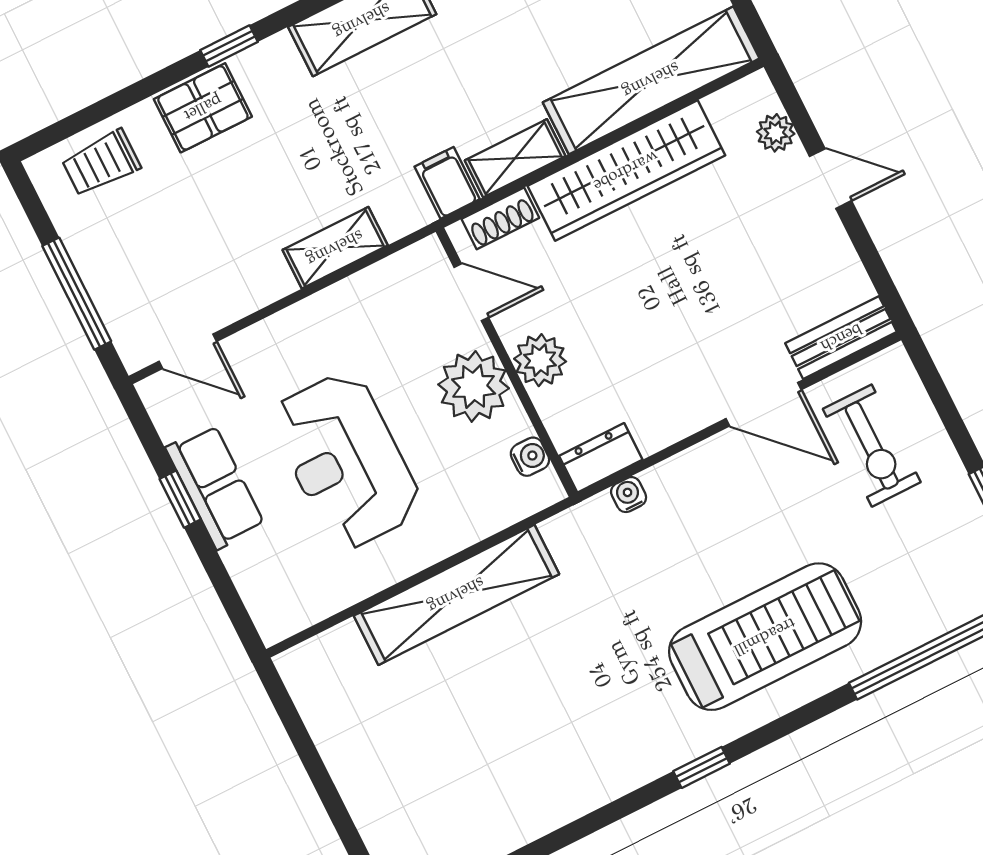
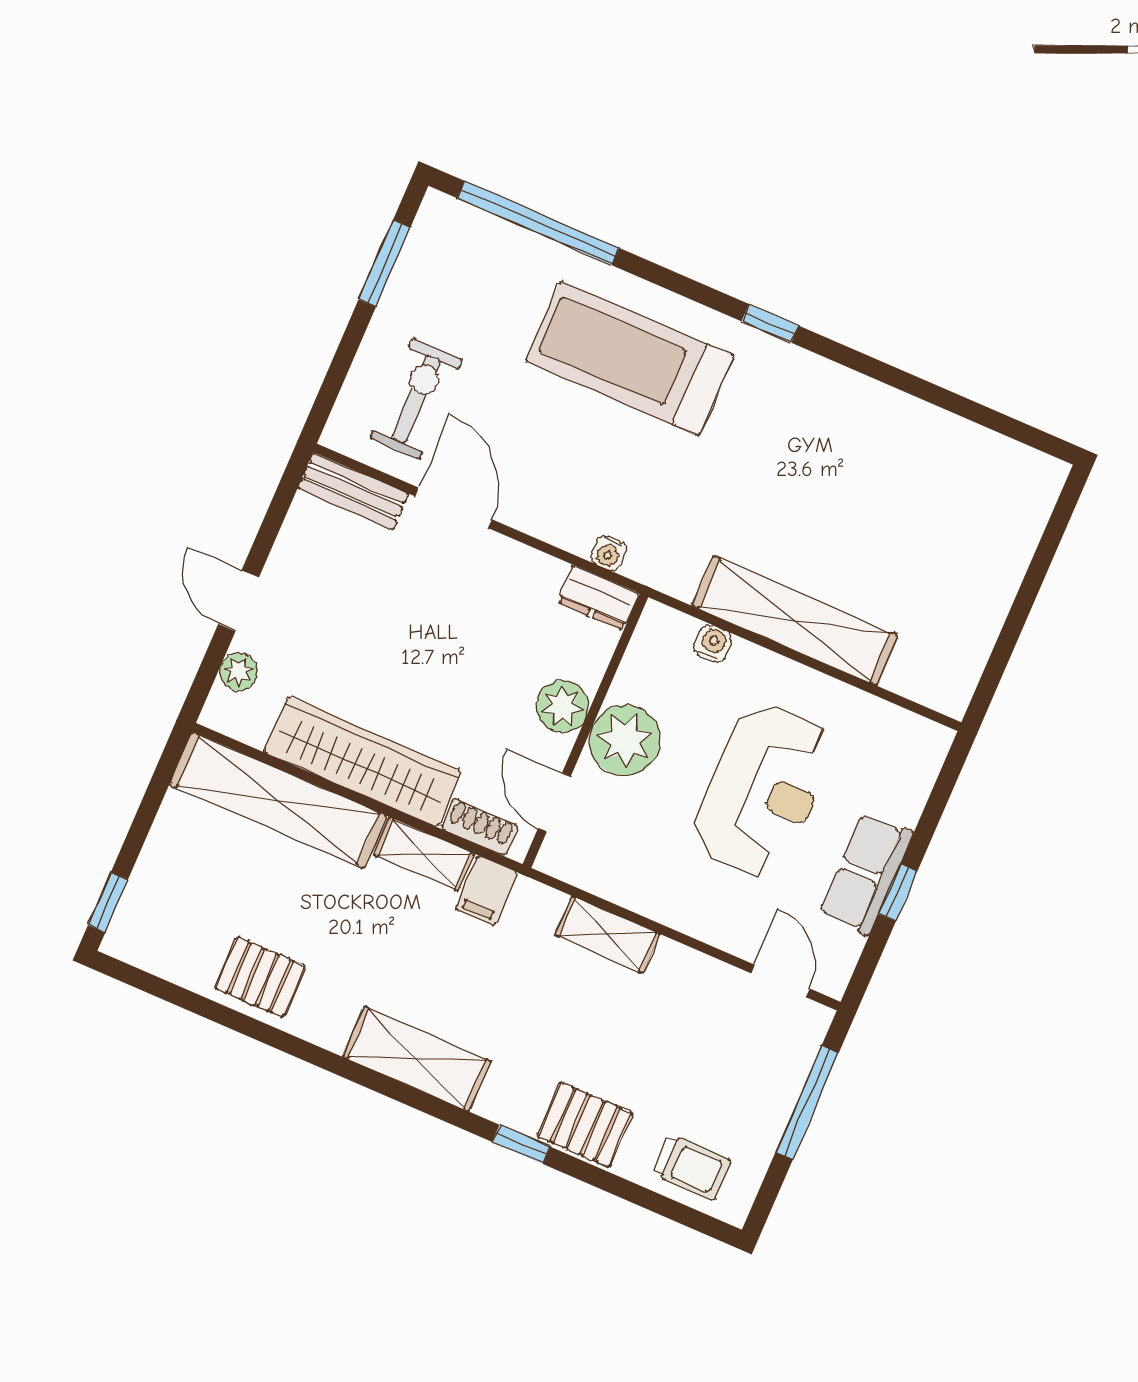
water cooler: (530, 457) -> (713, 643), moved, turned 90

